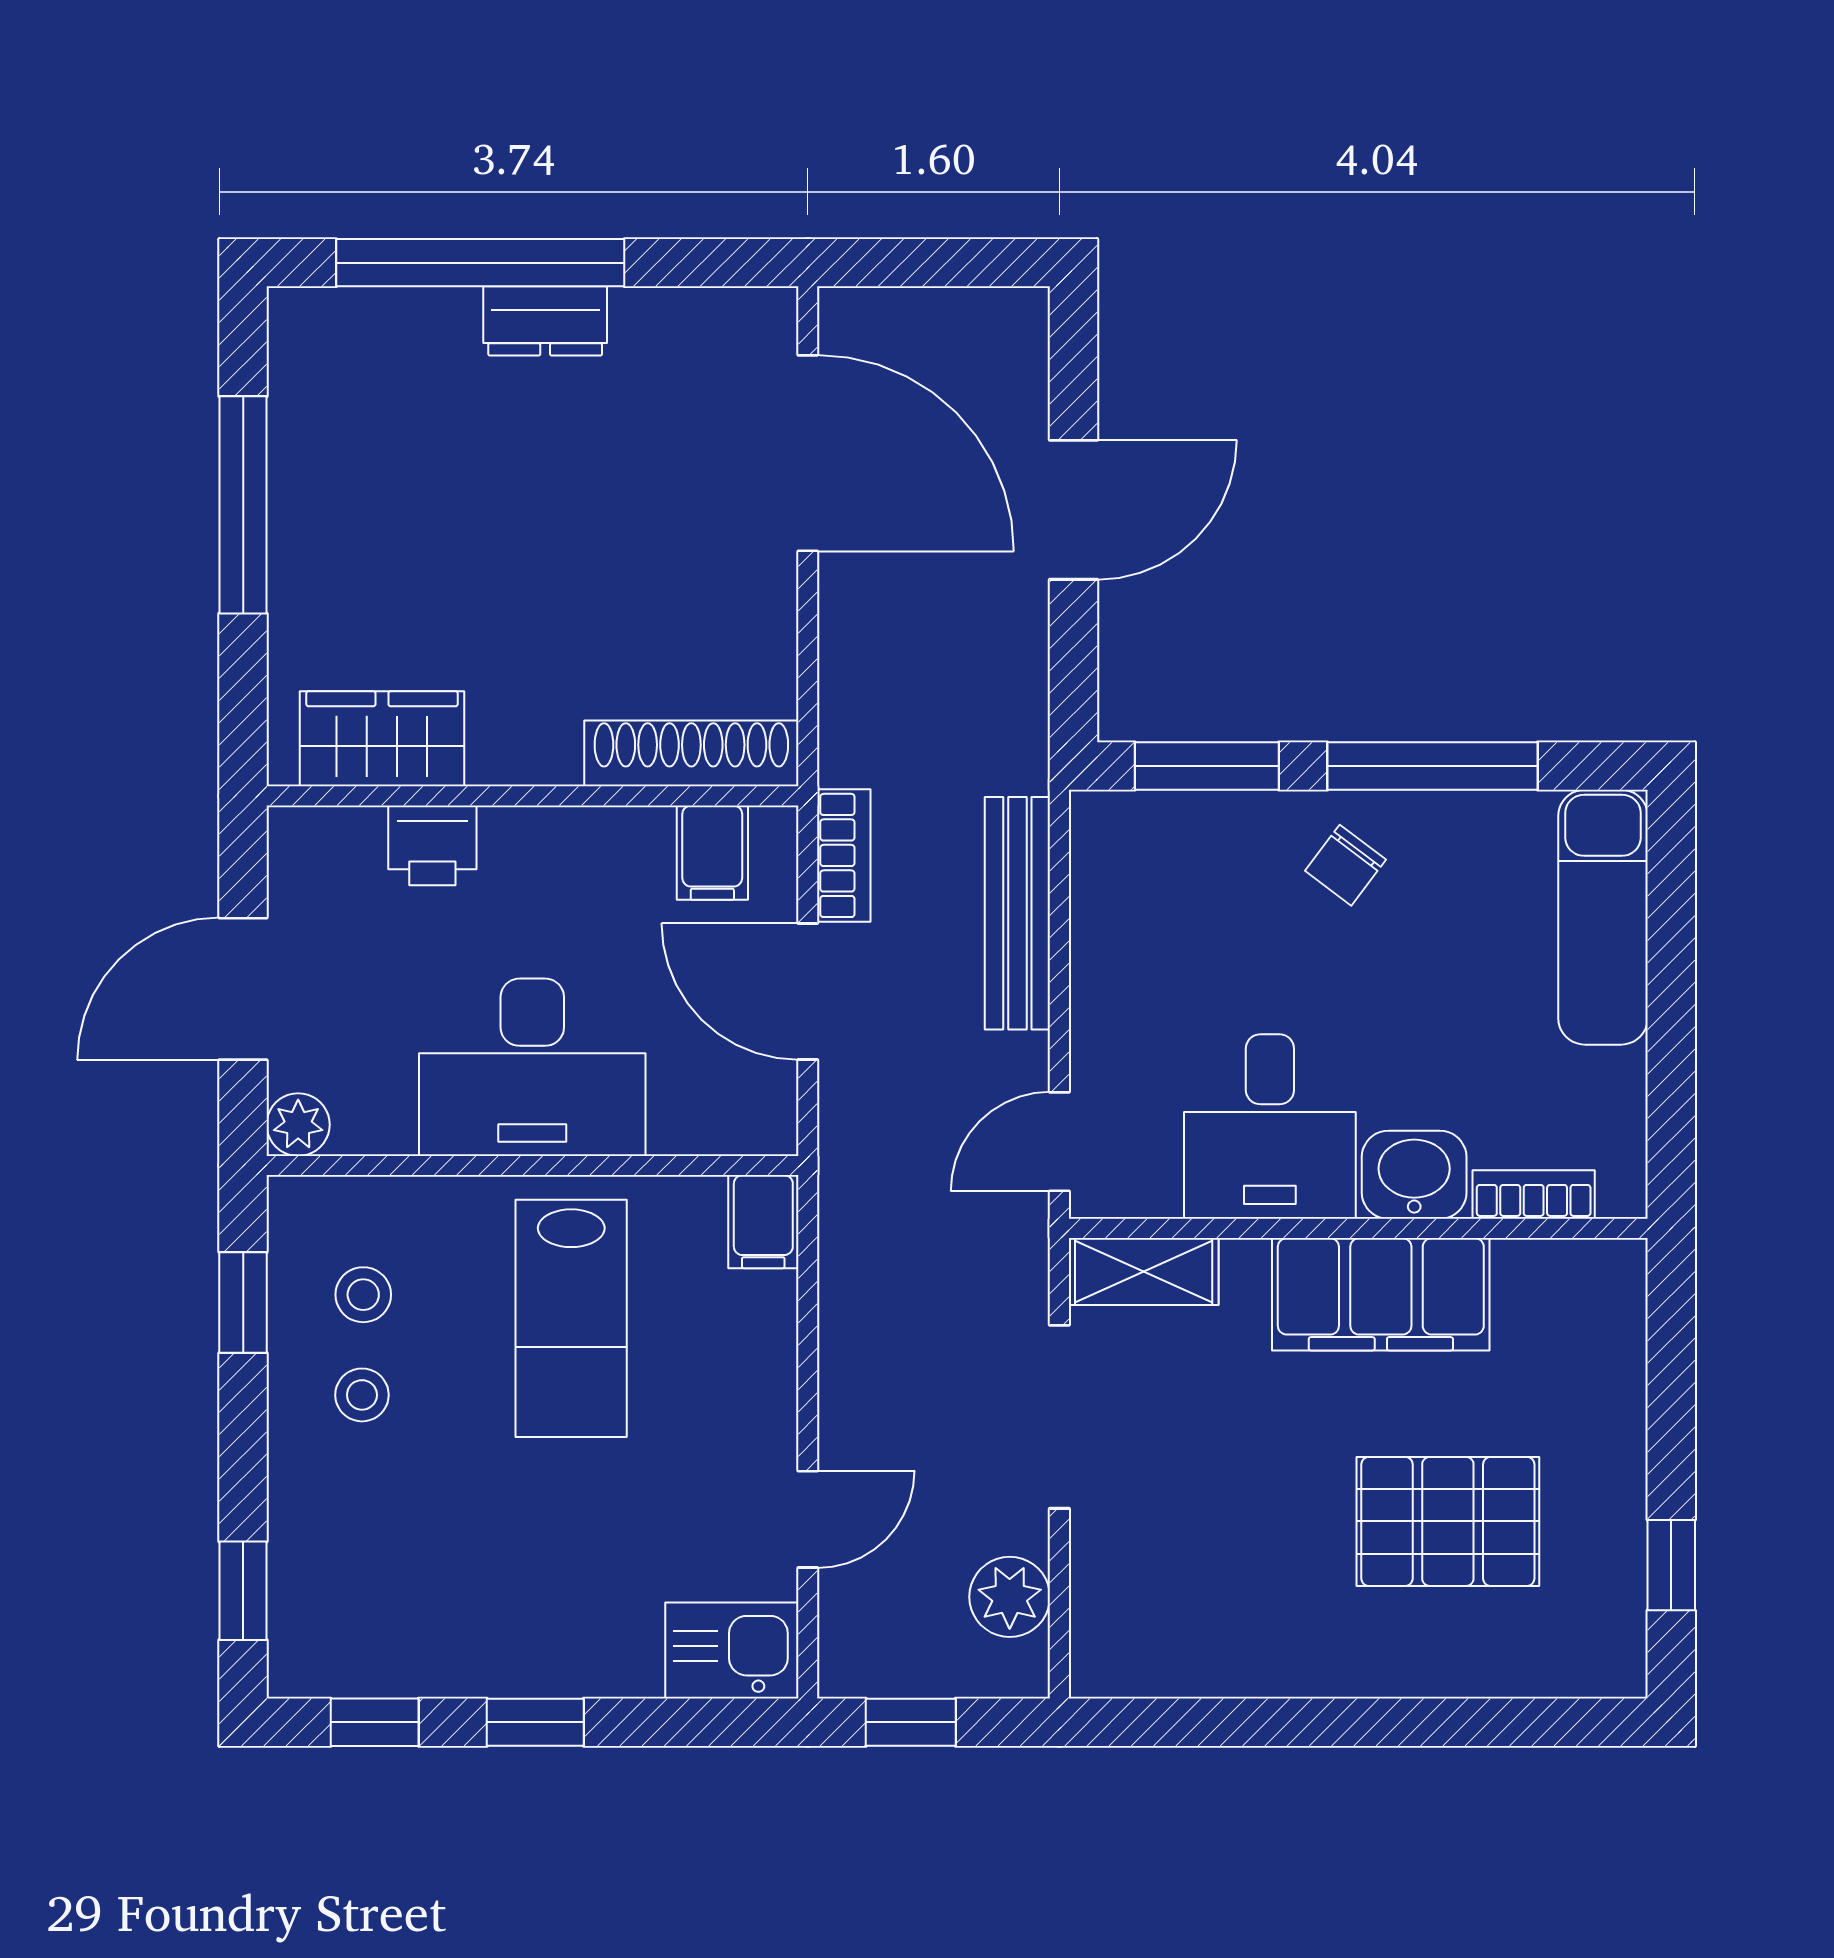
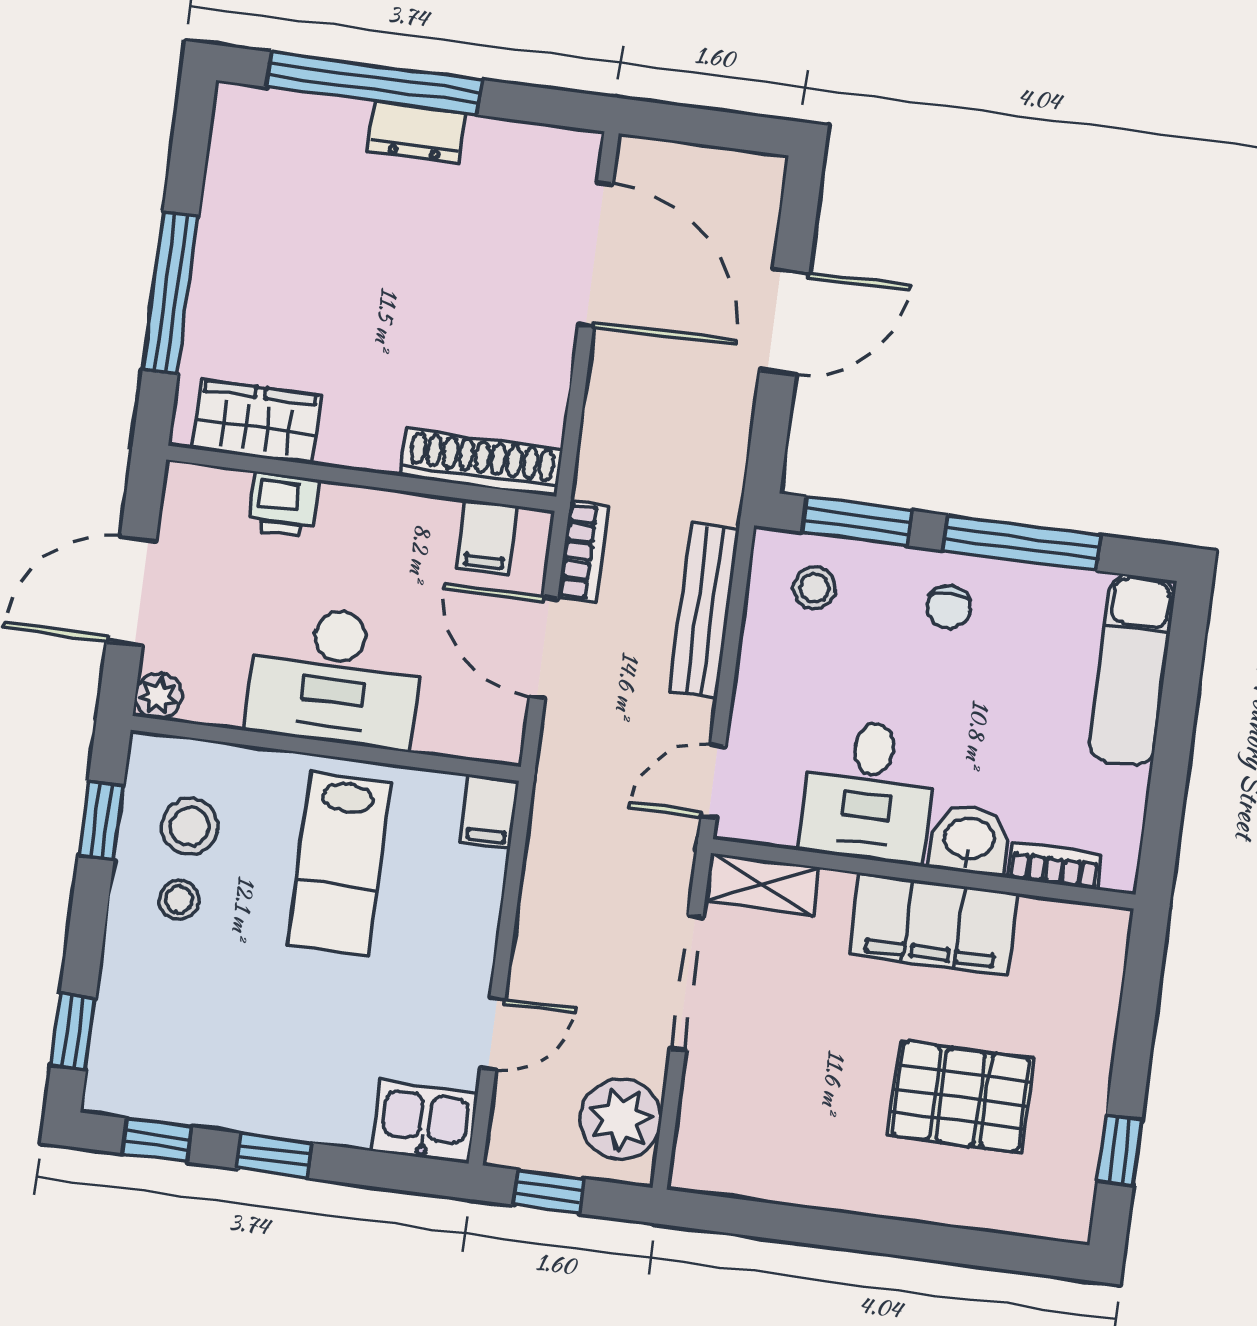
window: (243, 505) -> (170, 293), moved
stool: (1161, 863) -> (814, 588), added
chair: (1345, 865) -> (949, 607), turned -37
stool: (363, 1295) -> (190, 827), width x1.37, depth x1.37
plant: (1010, 1597) -> (621, 1119), width x1.36, depth x1.36

